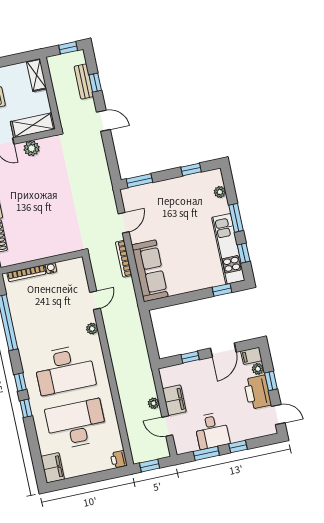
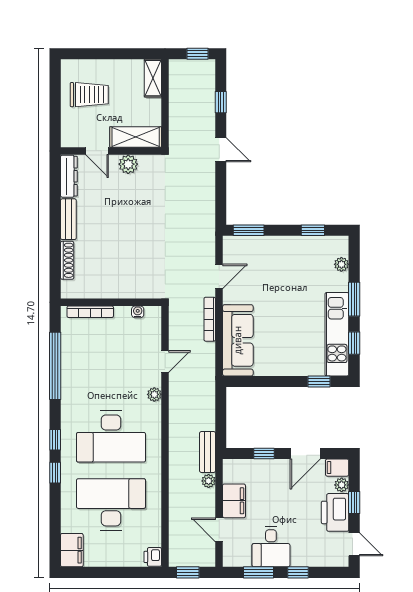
bench: (84, 81) -> (208, 452), moved
water cooler: (51, 268) -> (138, 312), moved
plant: (154, 403) -> (209, 481), moved

